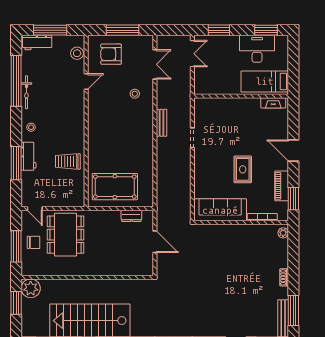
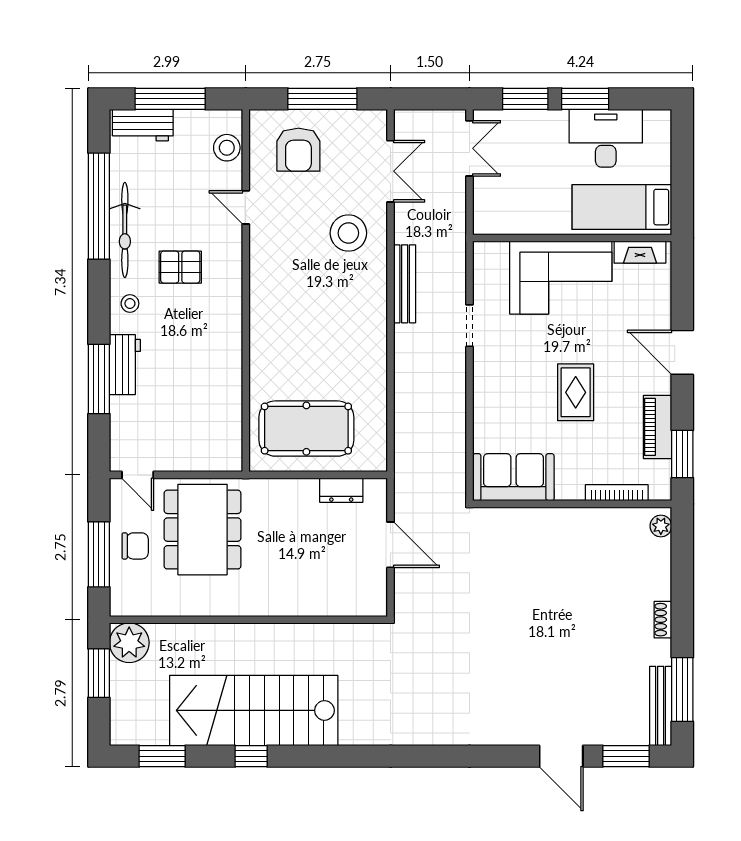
window: (266, 30) -> (585, 99), moved
armchair: (111, 54) -> (298, 150), turned -90
door: (86, 82) -> (246, 207), swing flipped
bicycle: (26, 92) -> (125, 230), width x1.37, depth x1.40
stool: (135, 94) -> (348, 233), width x1.89, depth x1.89
pallet: (55, 110) -> (180, 267), added
corner sofa: (236, 115) -> (561, 278), added
bench: (161, 123) -> (405, 284), width x1.36
trolley: (68, 161) -> (207, 375), removed
sofa: (220, 210) -> (513, 477), width x0.73

